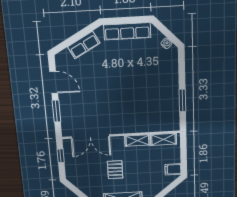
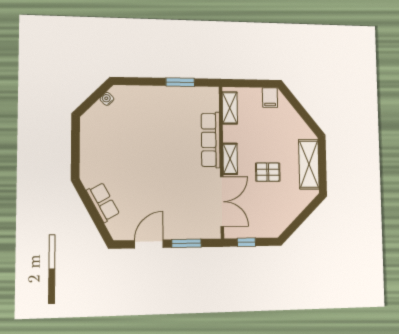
row of seats: (127, 31) -> (211, 140), moved, turned 180
shelving: (137, 141) -> (230, 159), moved

